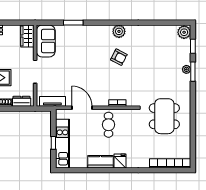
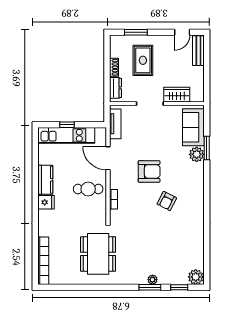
plant: (119, 31) -> (197, 154), moved
wardrobe: (27, 36) -> (177, 95), moved
sofa: (46, 41) -> (193, 127), moved, turned 90
armchair: (93, 72) -> (149, 171), added
door: (82, 108) -> (108, 158), swing flipped
dining table: (164, 116) -> (98, 254), turned 90

